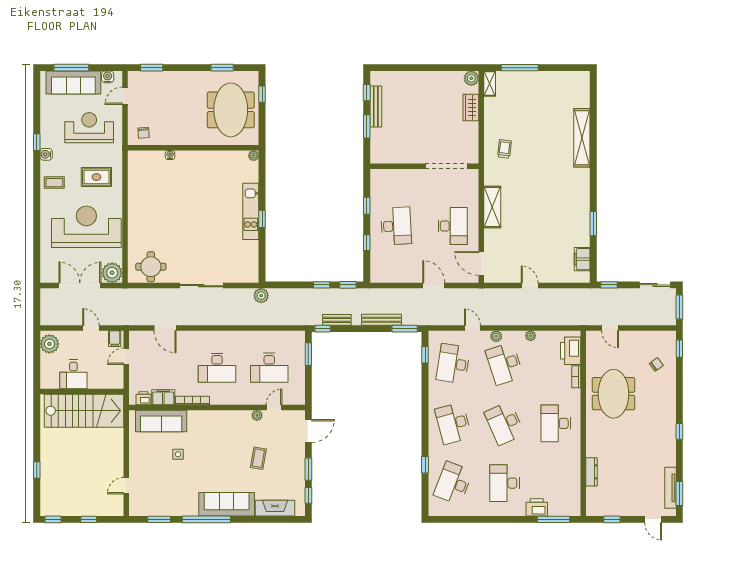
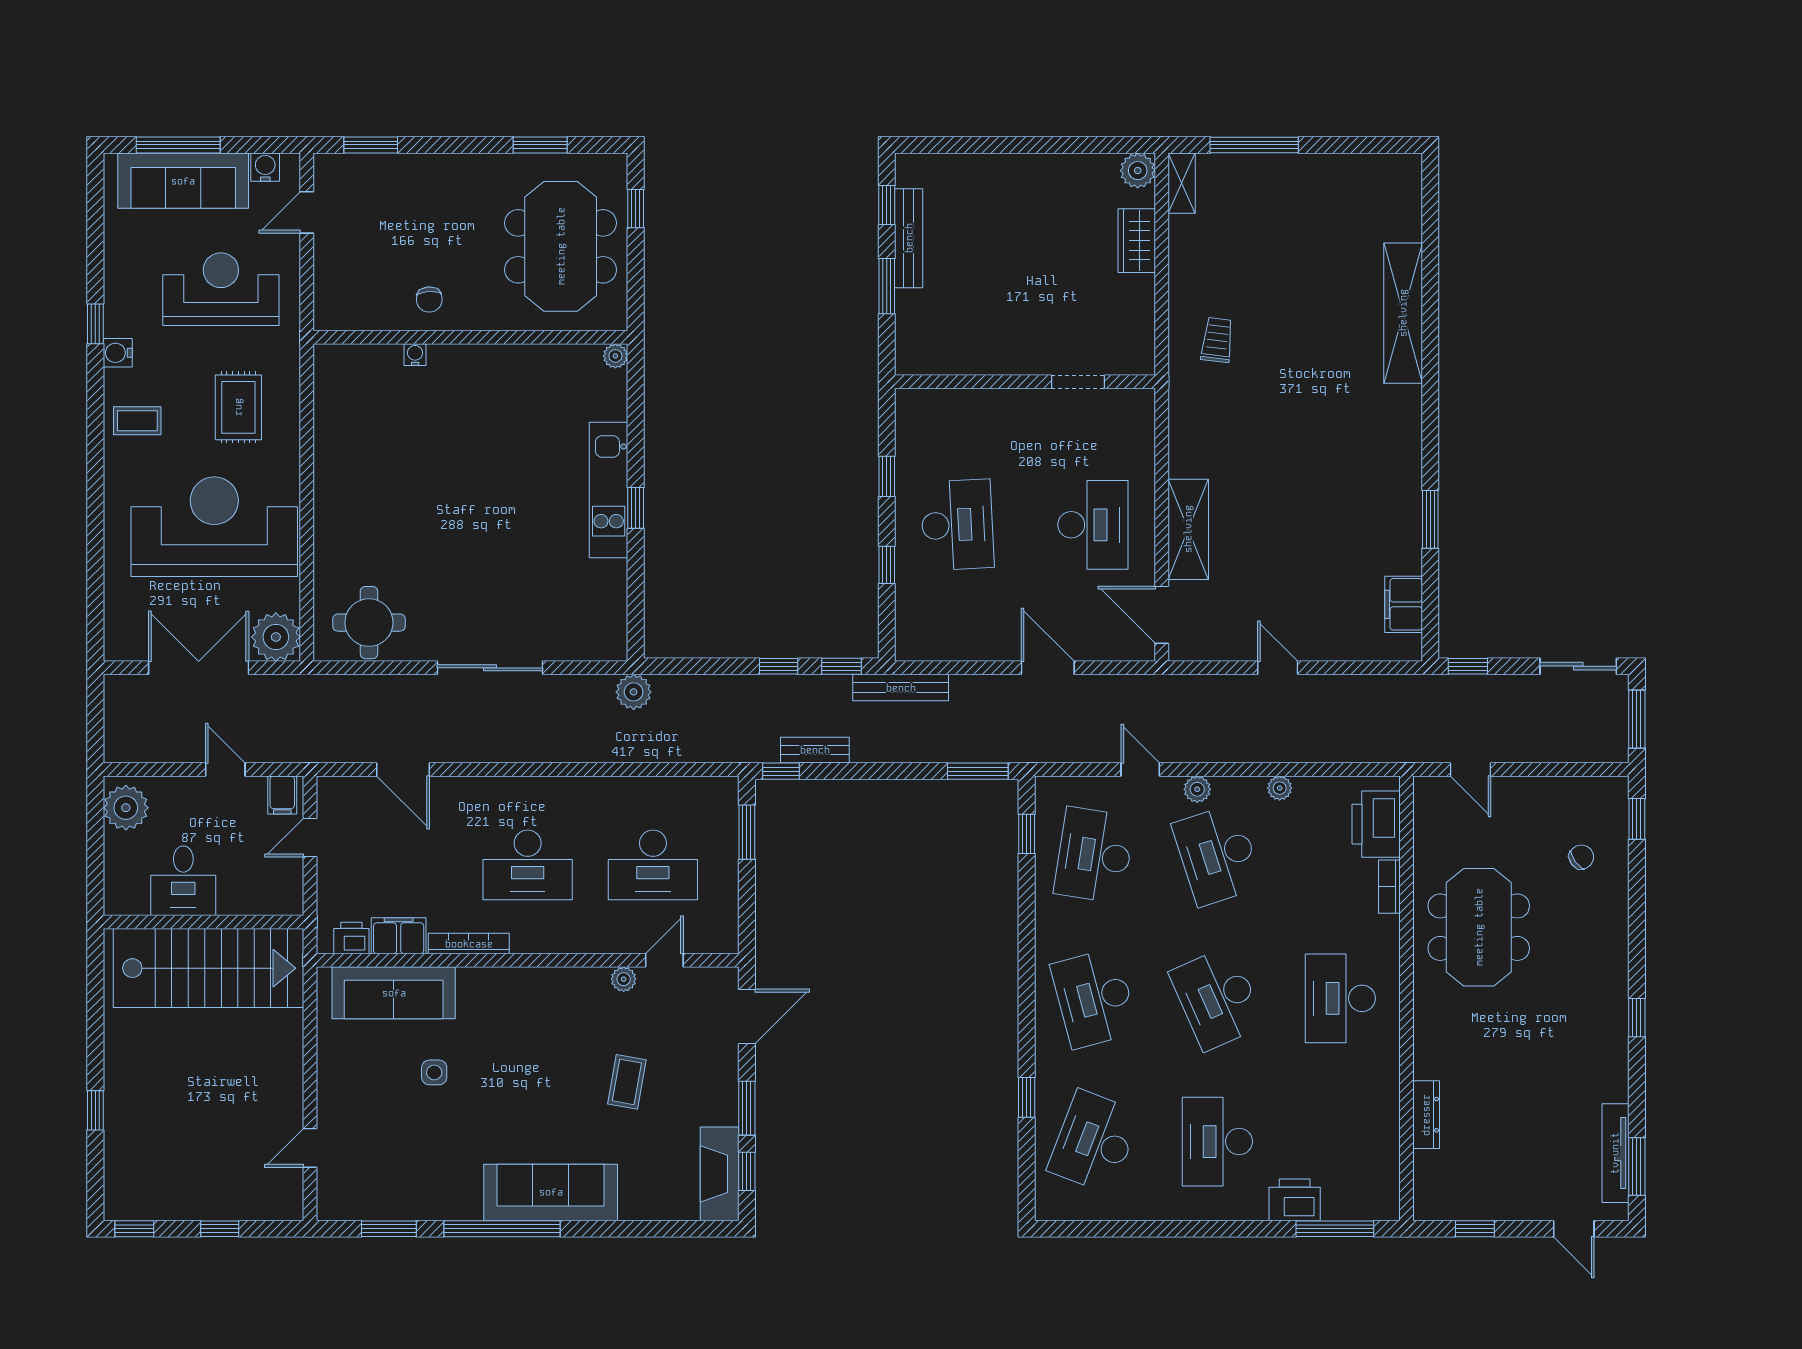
chair: (144, 133) -> (429, 300), moved
doorway: (446, 166) -> (1078, 382), width x0.53
rug: (96, 177) -> (238, 407), turned 90
shelving: (492, 207) -> (1188, 529), moved
bench: (381, 320) -> (901, 688), moved
fireplace: (275, 508) -> (720, 1174), moved, turned -90

